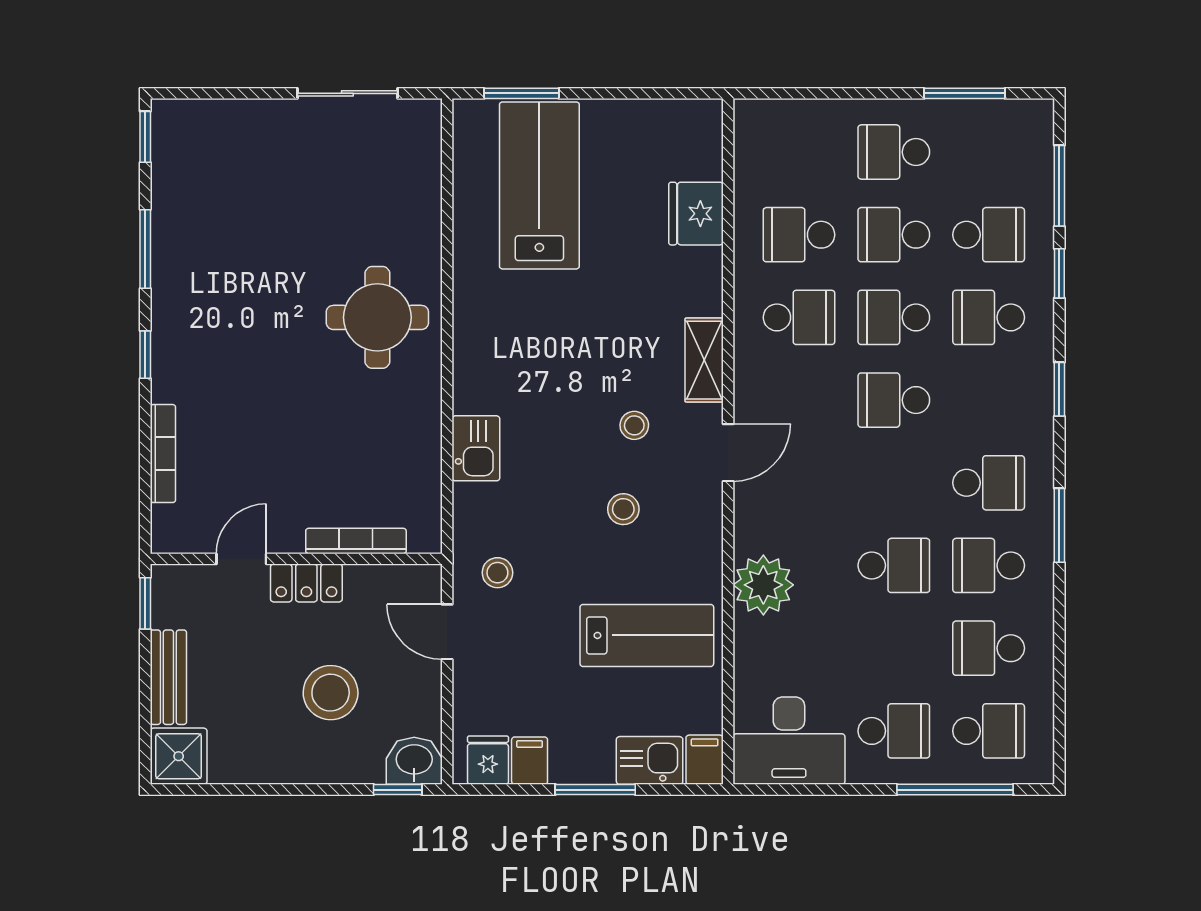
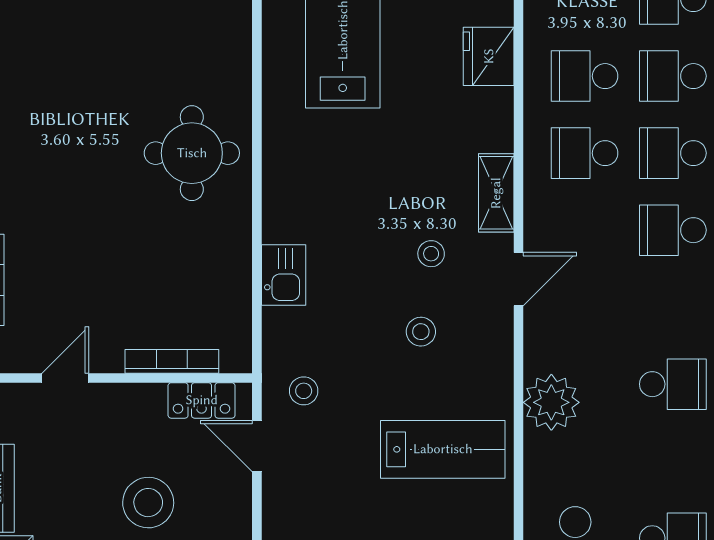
school desk: (799, 317) -> (585, 153), turned 180
locker: (306, 583) -> (202, 400), moved

